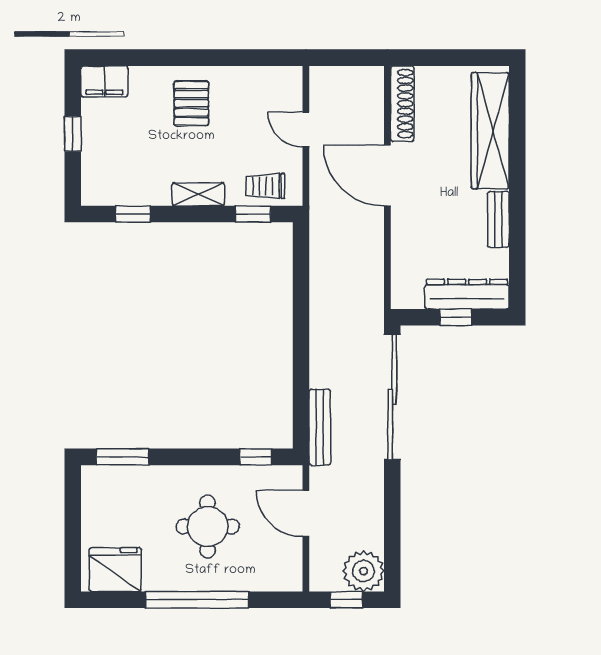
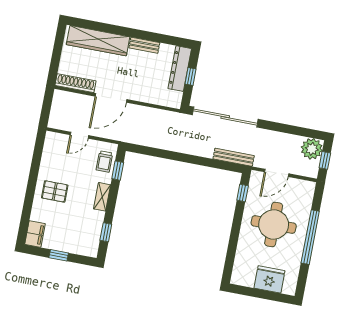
window: (123, 457) -> (230, 261), removed
round table: (208, 526) -> (274, 224), width x1.36, depth x1.36
fridge: (115, 570) -> (269, 279), moved, turned 90

